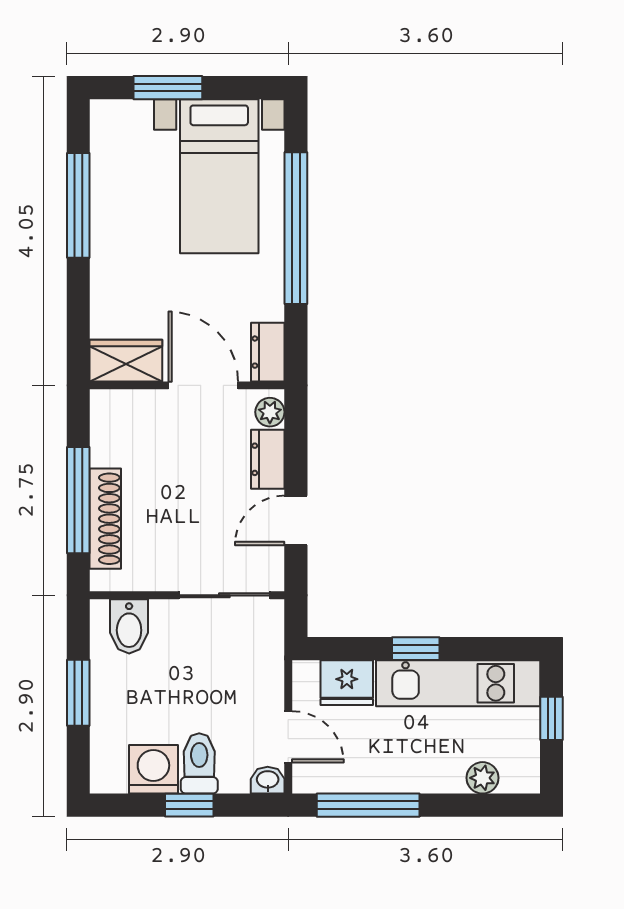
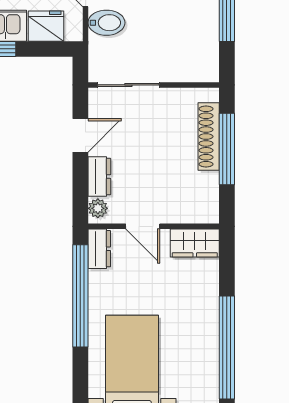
window: (78, 205) -> (227, 347), width x1.46
window: (296, 228) -> (80, 296), moved
door: (203, 385) -> (143, 226), width x0.73
bidet: (129, 626) -> (106, 23), moved, turned 90

